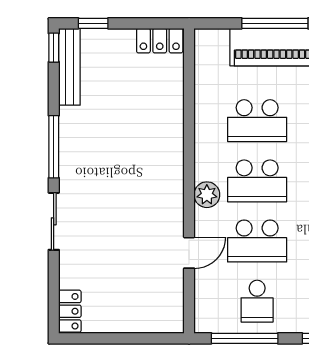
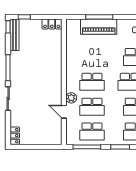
school desk: (257, 121) -> (92, 57), removed
plant: (207, 195) -> (71, 98), moved
door: (189, 253) -> (64, 112), swing flipped
school desk: (257, 301) -> (92, 132), width x1.85

